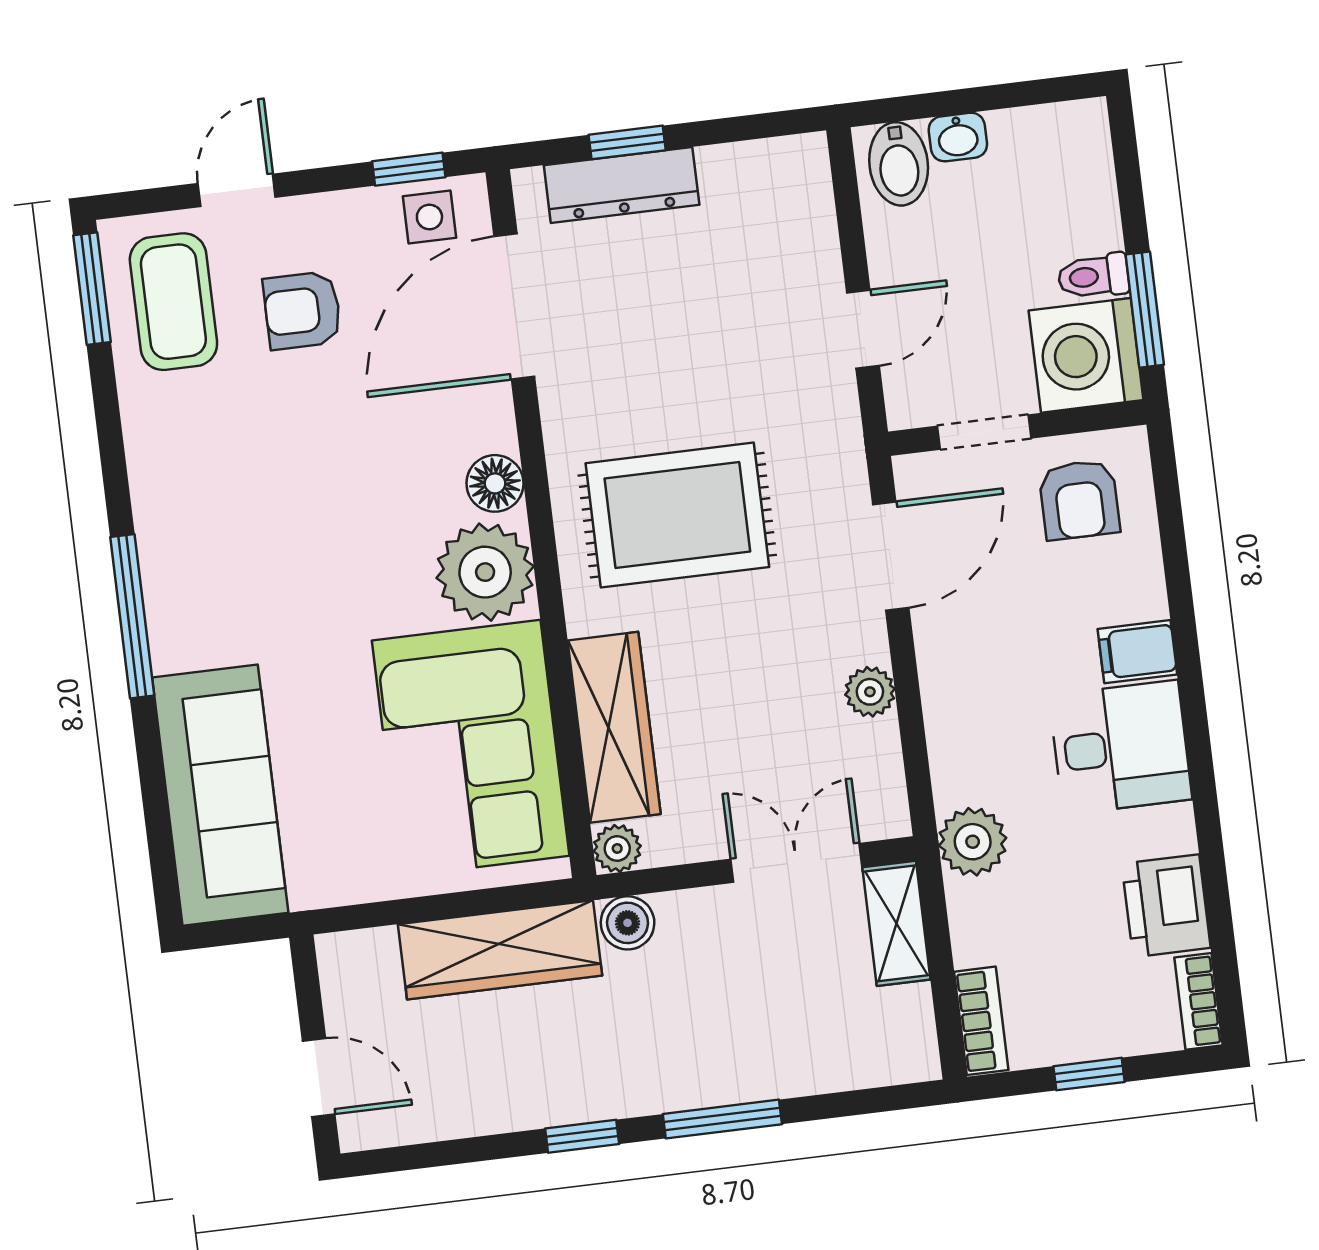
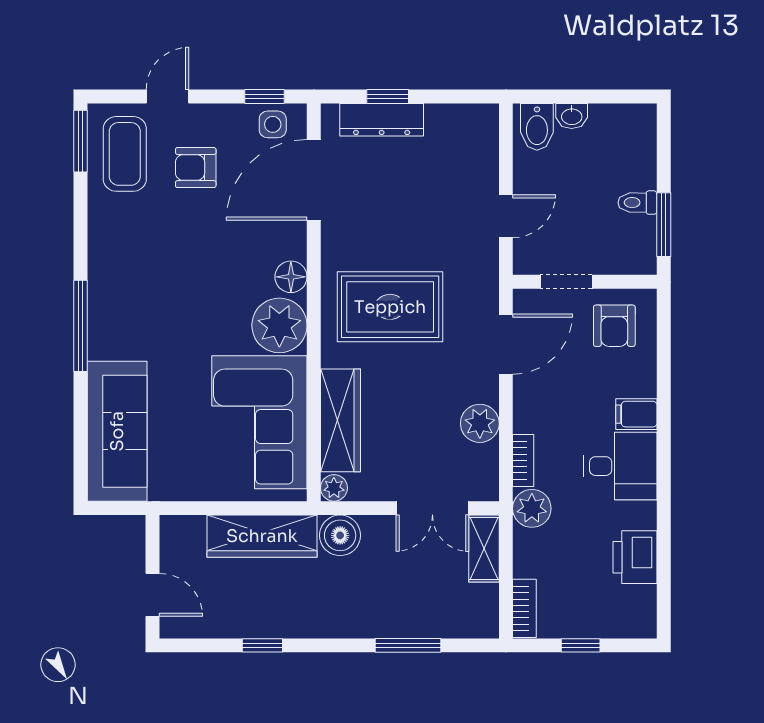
washing machine: (1086, 355) -> (628, 246), removed
plant: (870, 692) -> (480, 423), width x1.38, depth x1.38
double door: (796, 863) -> (432, 508), swing flipped
boiler: (628, 923) -> (340, 535), width x1.36, depth x1.36
bookcase: (1199, 1001) -> (523, 460), moved, turned 180
window: (722, 1119) -> (408, 645), moved
window: (582, 1136) -> (262, 645), moved

